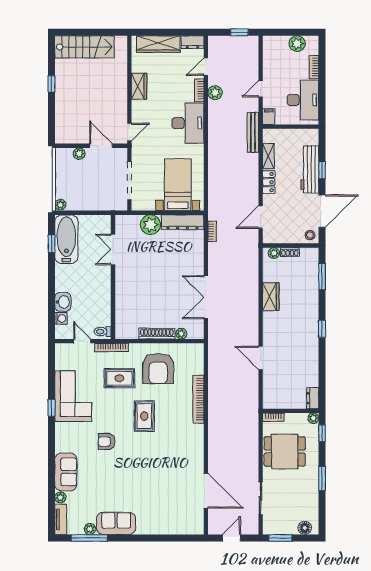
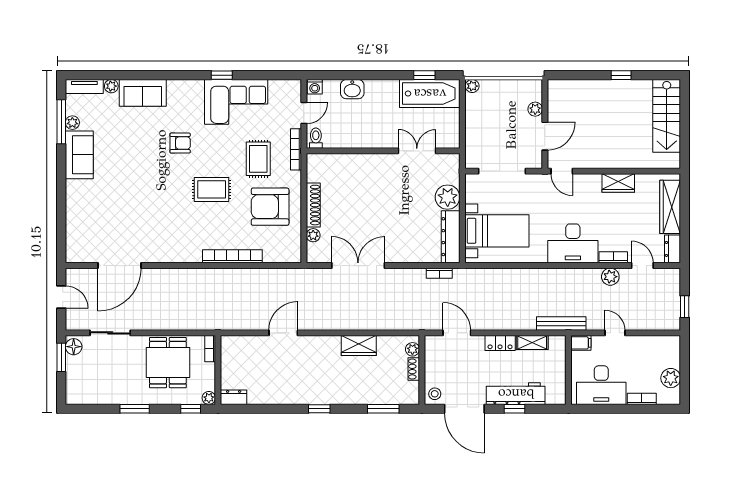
washing machine: (61, 318) -> (315, 87), moved
armchair: (107, 442) -> (180, 143), turned 90
floor lamp: (305, 528) -> (74, 347), moved

